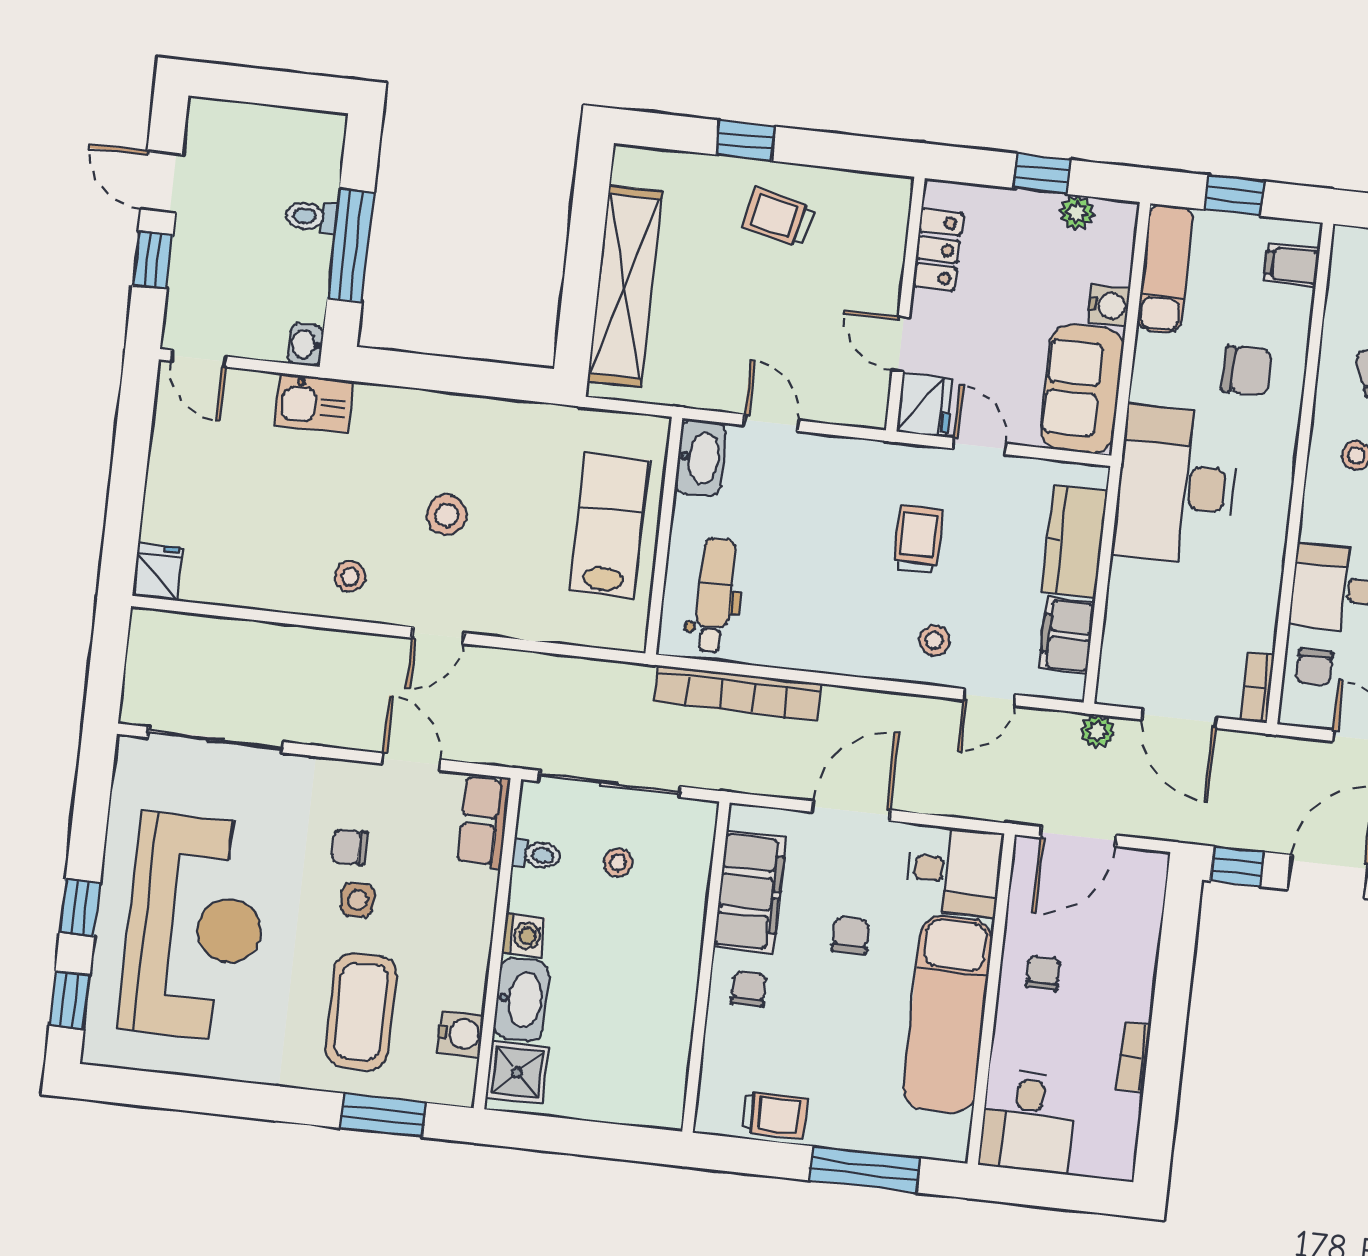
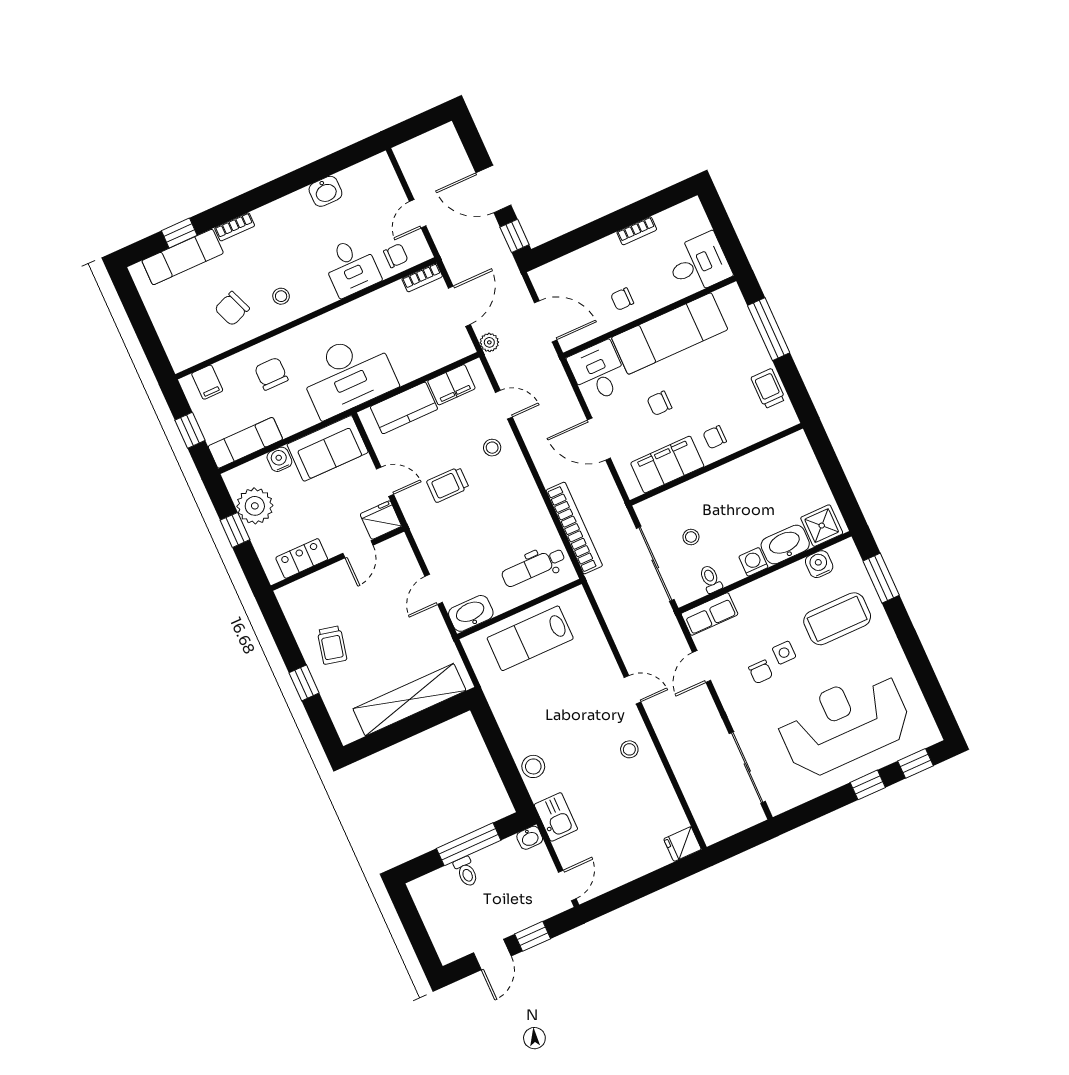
plant: (1077, 212) -> (255, 506), width x1.88, depth x1.88
door: (980, 446) -> (385, 482), swing flipped
stool: (447, 515) -> (533, 766), moved

